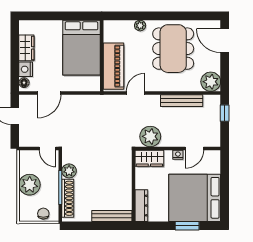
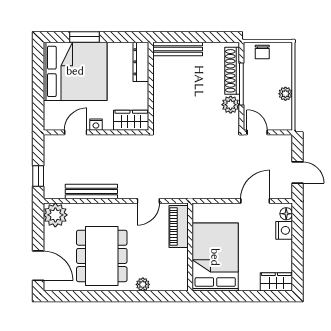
wardrobe: (26, 48) -> (276, 282), moved, turned 90
piano: (114, 66) -> (179, 227), width x0.73, depth x0.75
plant: (150, 136) -> (130, 147), removed
plant: (30, 185) -> (285, 94), width x0.53, depth x0.53

